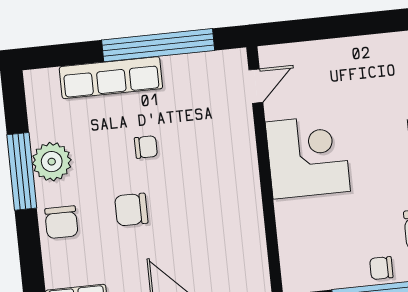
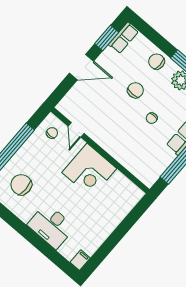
door: (256, 86) -> (76, 130), moved
chair: (381, 268) -> (52, 133), moved

